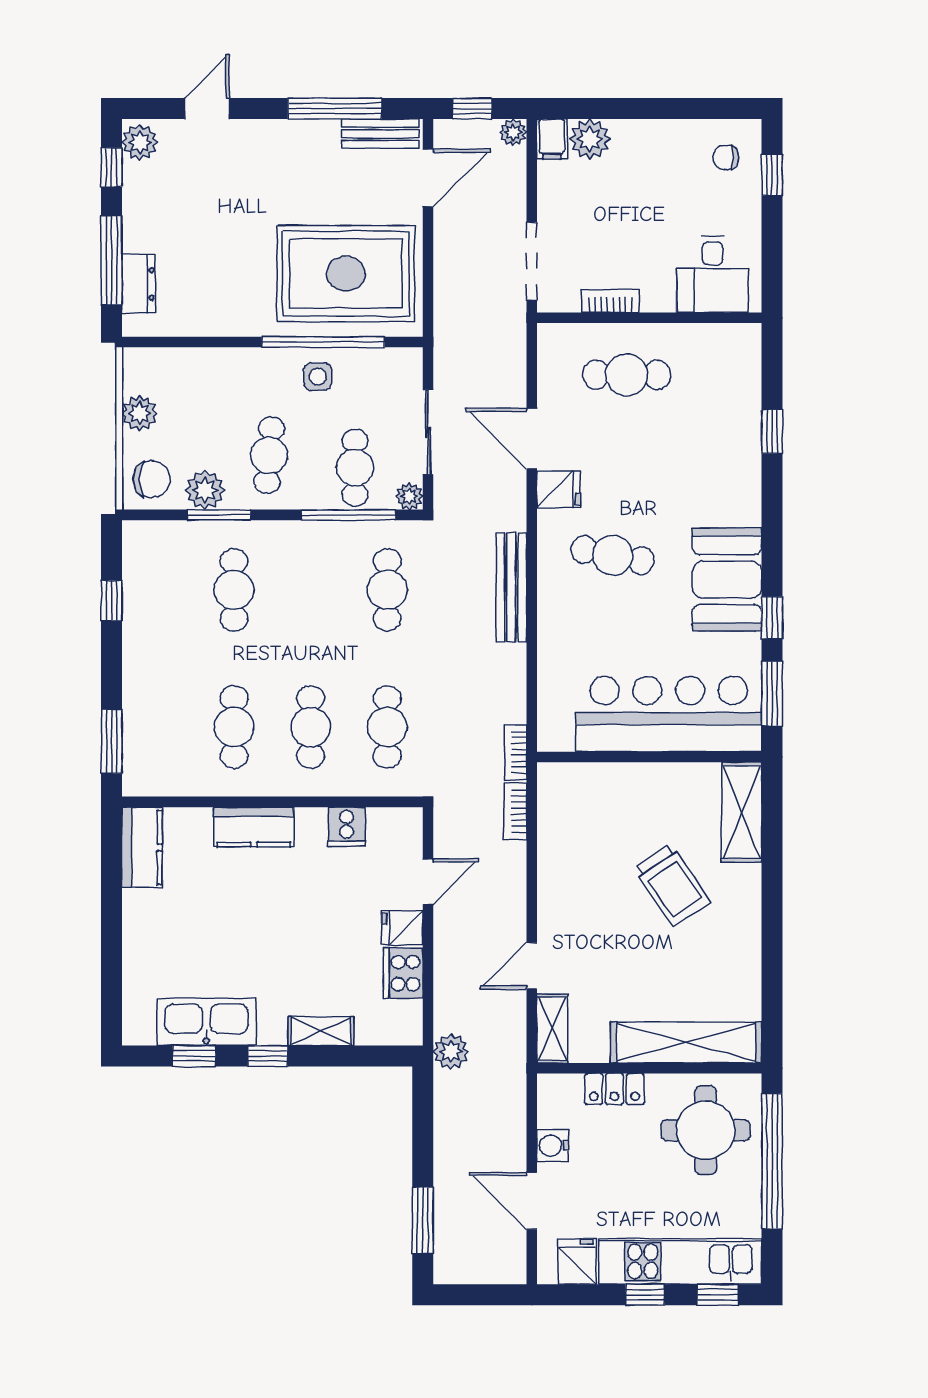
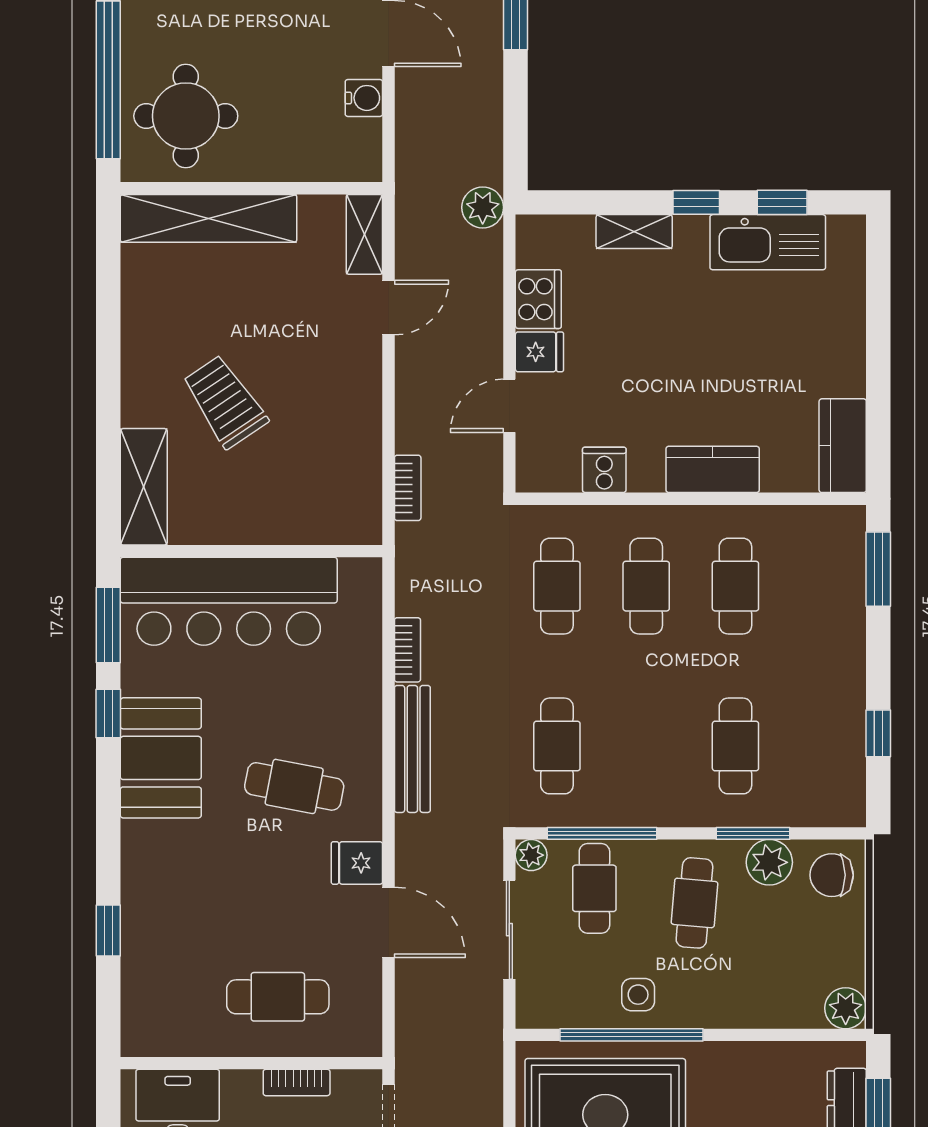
plant: (140, 413) -> (846, 1008), moved
bookcase: (515, 753) -> (407, 650), moved
locker: (614, 1089) -> (292, 164), removed

